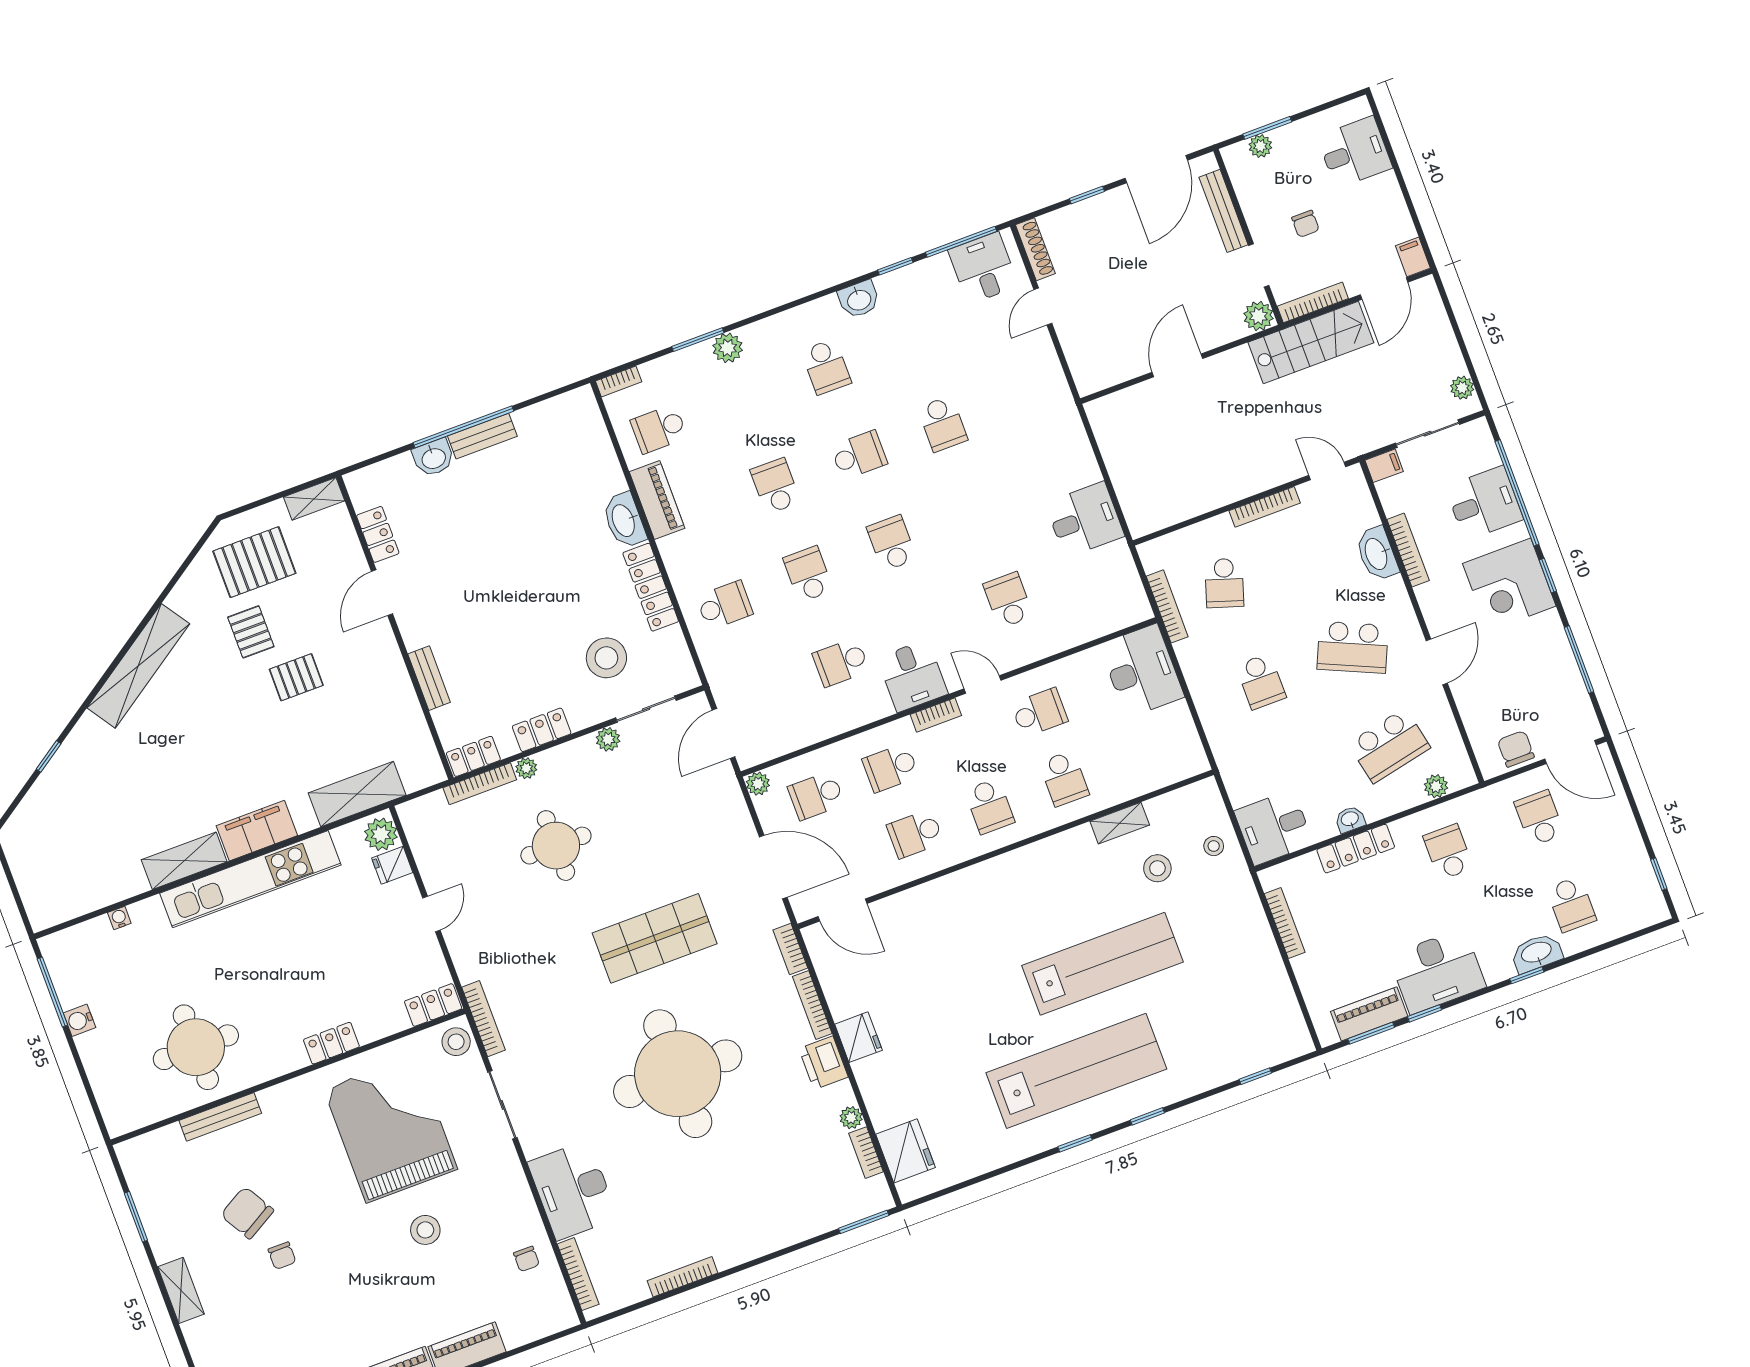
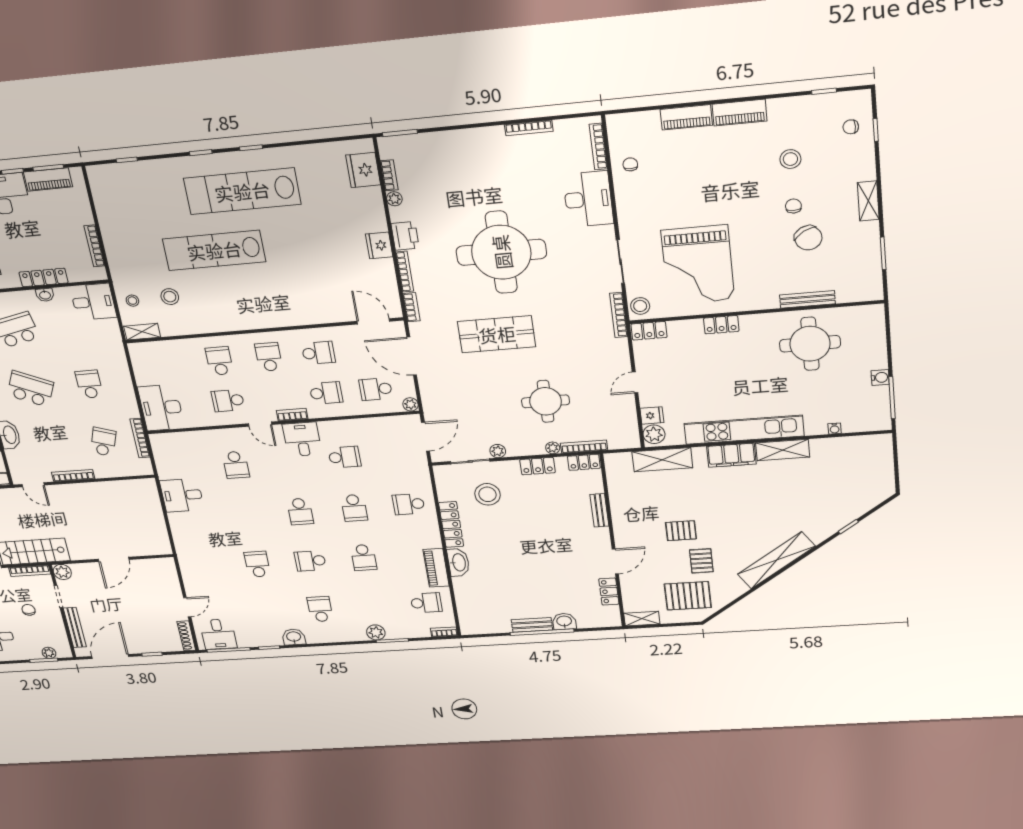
school desk: (816, 796) -> (376, 389), turned 180
shelving: (1120, 823) -> (142, 332), moved
stool: (425, 1230) -> (790, 159), moved

